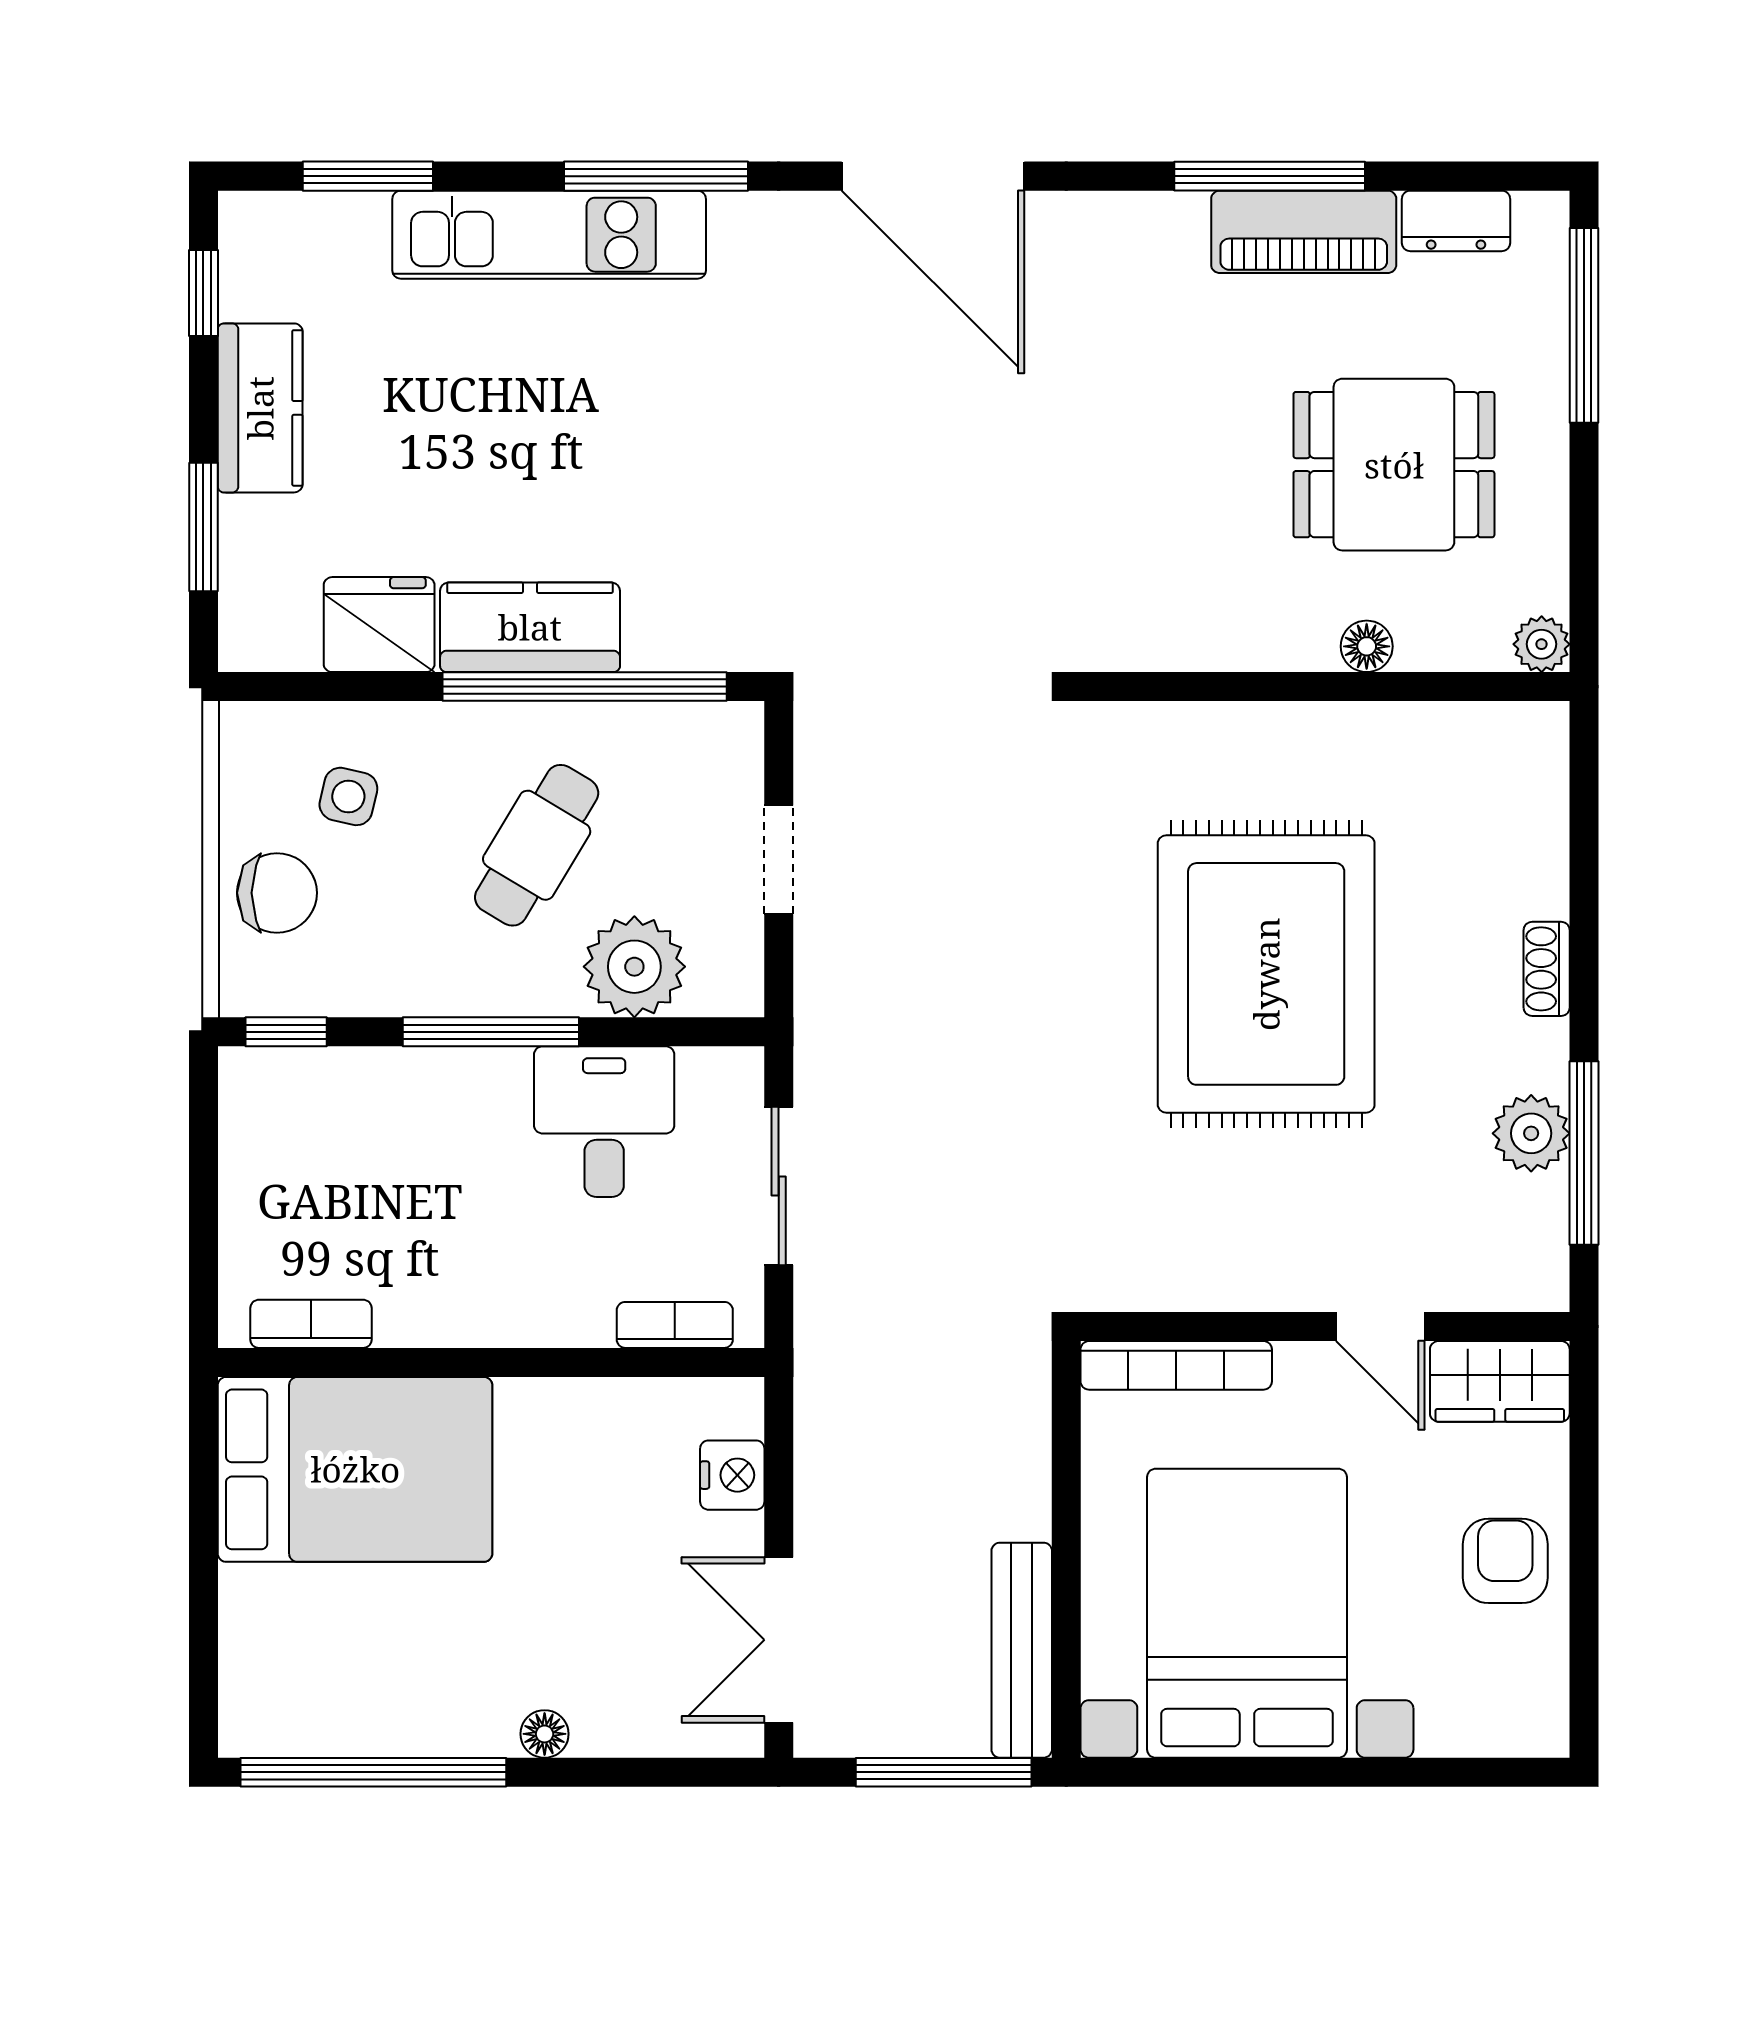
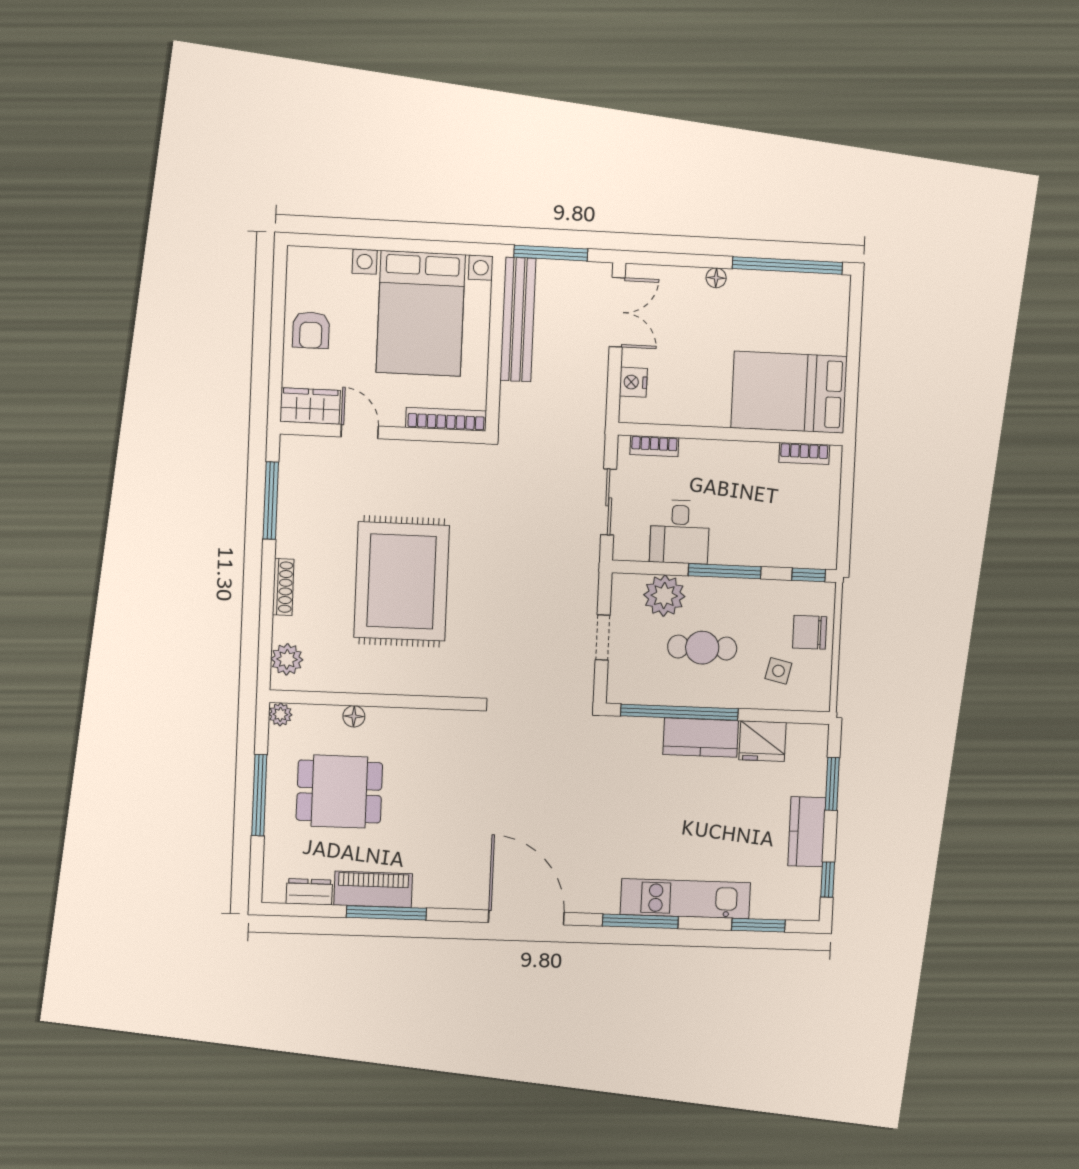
window: (1584, 325) -> (259, 795), moved
cafe table: (537, 845) -> (702, 648), turned 59
shoe rack: (1547, 969) -> (283, 587), width x1.43
plant: (1531, 1133) -> (287, 659), moved
bench: (1022, 1650) -> (518, 319), width x1.37, depth x1.21

